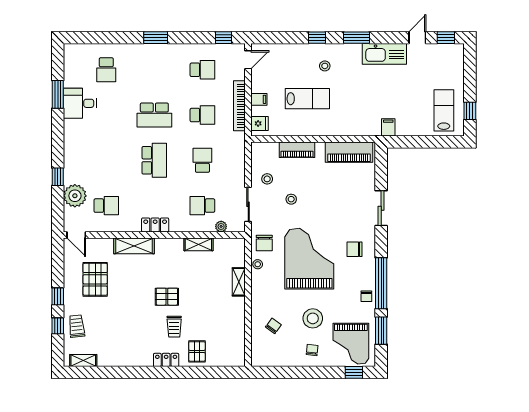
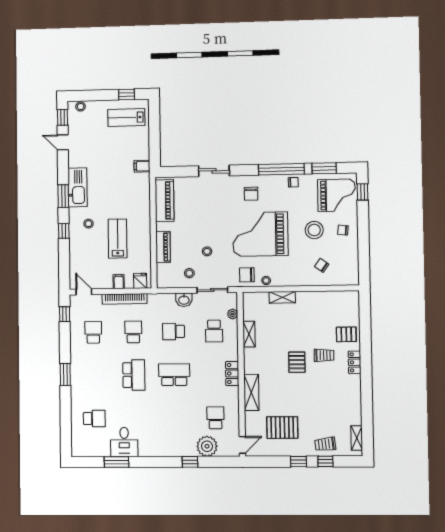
kitchen sink: (384, 54) -> (78, 187), moved
stool: (458, 58) -> (81, 107), added
washbasin: (238, 172) -> (184, 300), added
chair: (264, 243) -> (247, 275), turned 180

